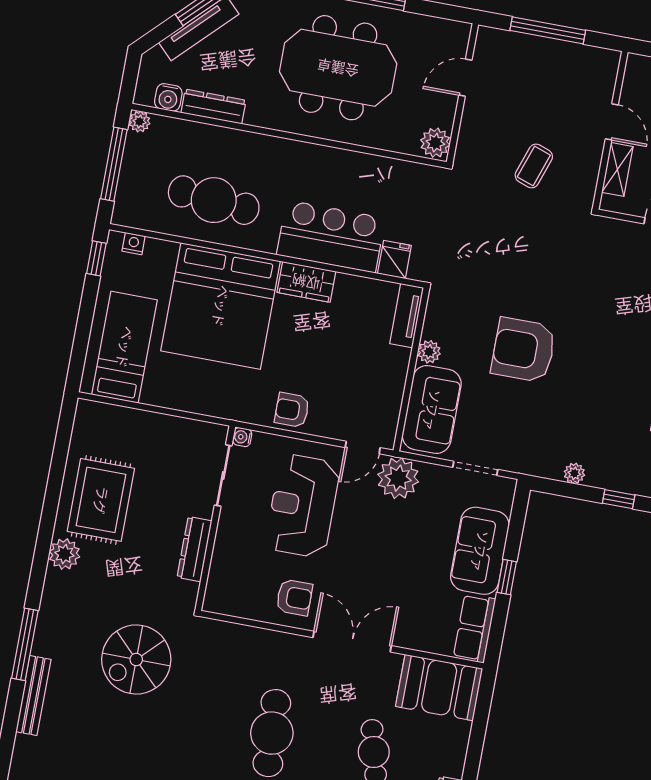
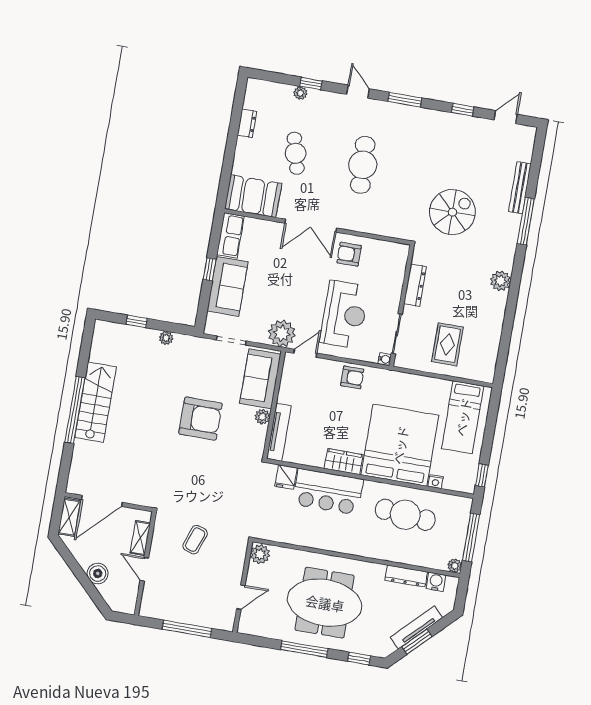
nightstand: (134, 244) -> (436, 482), moved
tv unit: (407, 316) -> (279, 432), width x1.41
rug: (101, 500) -> (447, 344), moved, width x0.73, depth x0.70

